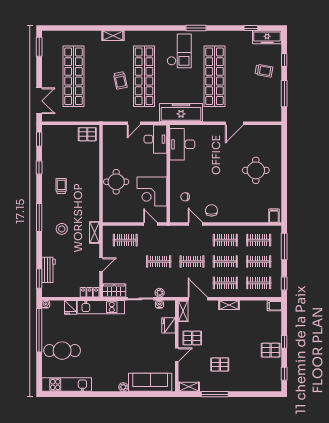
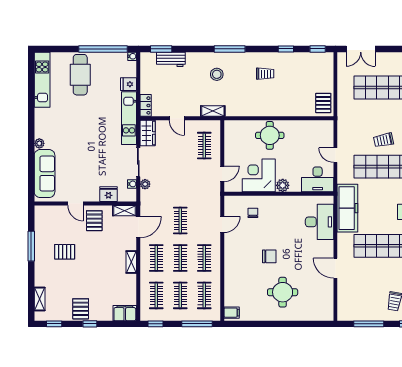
desk: (182, 144) -> (319, 222), moved, turned 90
plant: (161, 170) -> (283, 185), added
chair: (211, 210) -> (269, 256), moved
clothes rail: (159, 261) -> (180, 183), removed
filing cabinet: (274, 306) -> (125, 313), width x2.00
pallet: (220, 364) -> (65, 252), turned 90
shelving: (189, 387) -> (40, 299), moved

